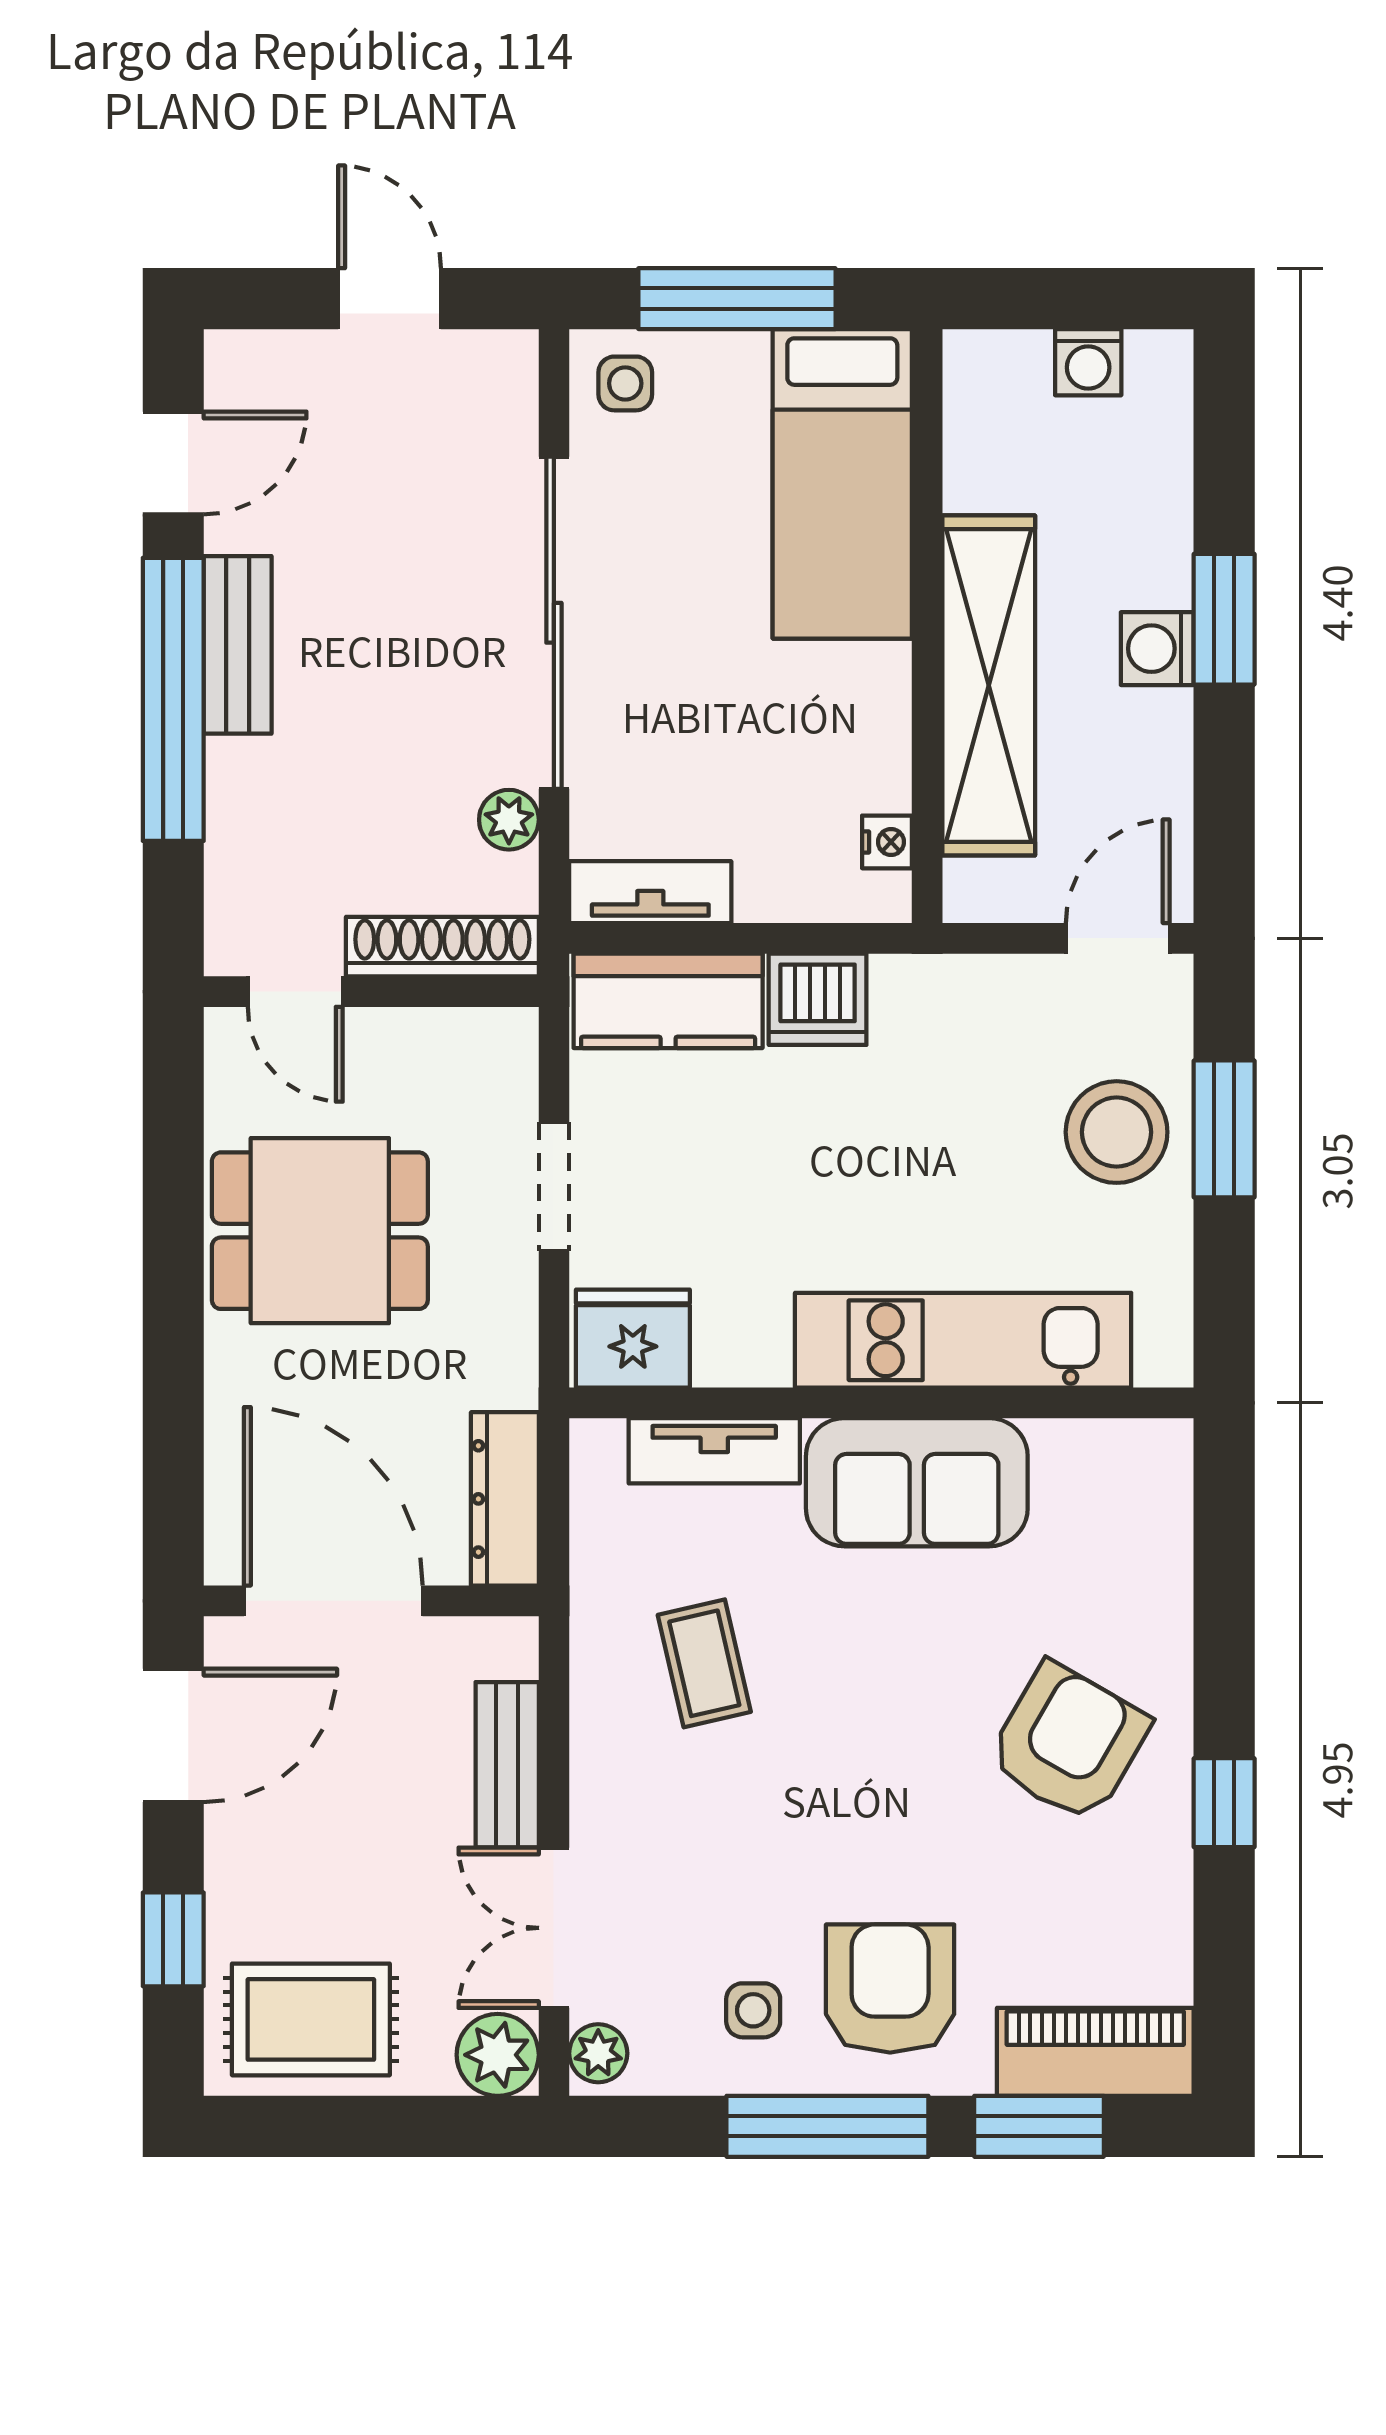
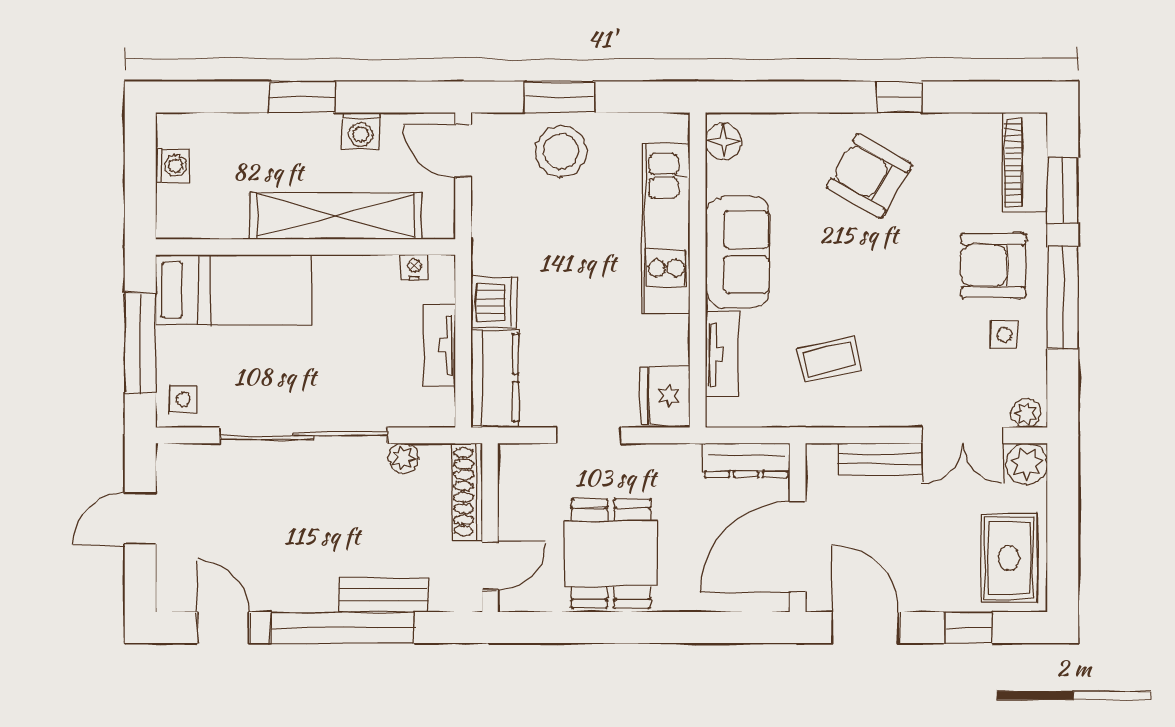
bench: (238, 645) -> (384, 595), moved
washing machine: (1157, 649) -> (361, 131), moved
tv unit: (650, 892) -> (440, 345), moved
floor lamp: (1136, 1454) -> (723, 141), added

